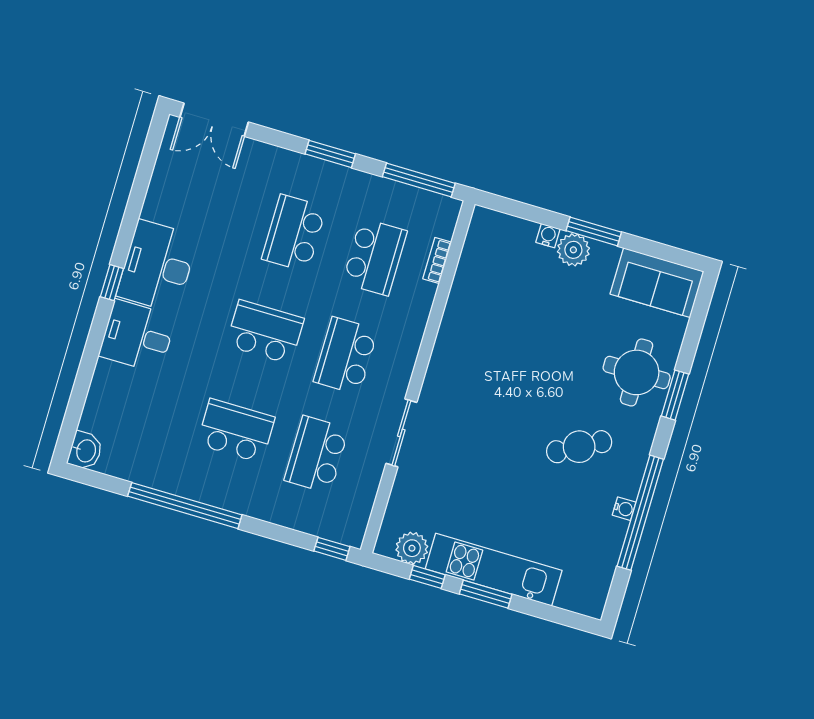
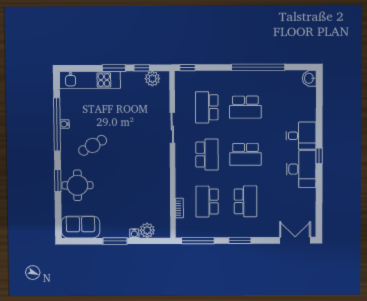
plant: (573, 250) -> (147, 230), moved
school desk: (317, 454) -> (207, 107), turned 180
kitchen unit: (494, 570) -> (90, 80), moved

